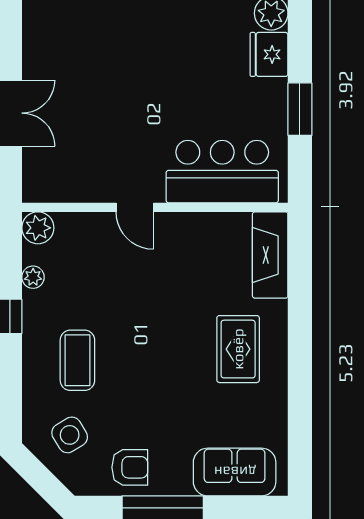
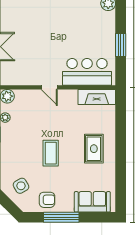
fridge: (269, 54) -> (107, 21), removed
fireplace: (270, 255) -> (97, 97), moved, turned -90
coffee table: (77, 360) -> (51, 153), moved

